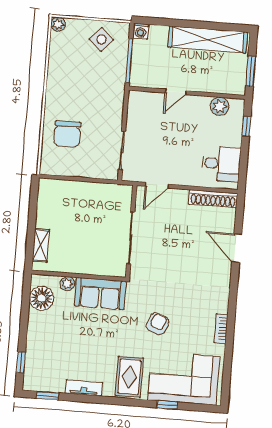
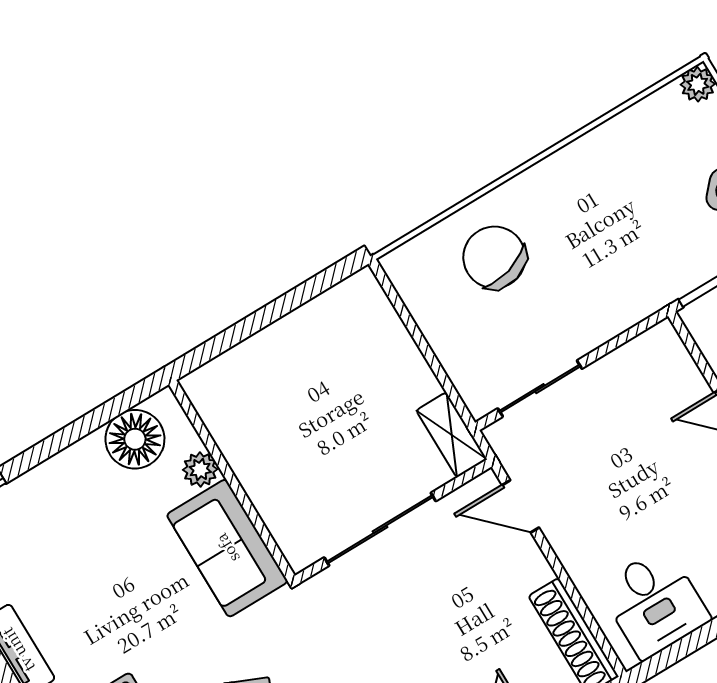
chair: (67, 134) -> (494, 257), turned 74
shelving: (41, 245) -> (452, 435), moved, turned 90

